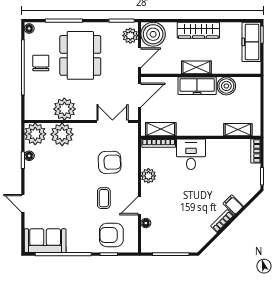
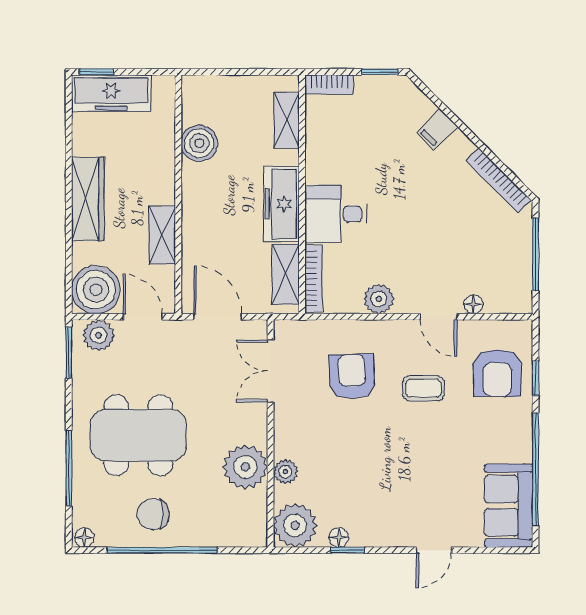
shelving: (196, 67) -> (162, 235), moved
freezer: (197, 86) -> (282, 204), moved, turned 180
plant: (62, 134) -> (285, 472), width x0.53, depth x0.53
bookcase: (222, 221) -> (499, 181), moved, width x1.56

